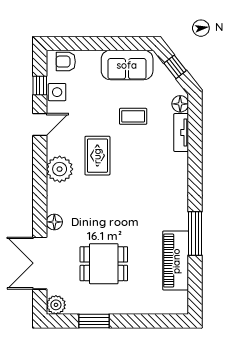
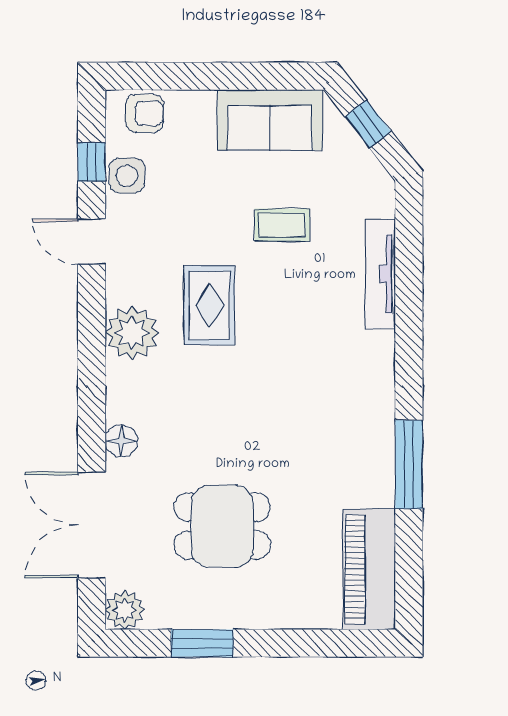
armchair: (66, 62) -> (144, 113), turned 180
floor lamp: (180, 104) -> (378, 200), removed
door: (40, 124) -> (92, 242), swing flipped
tv unit: (181, 132) -> (380, 274), width x1.41
piano: (176, 261) -> (369, 569), moved

